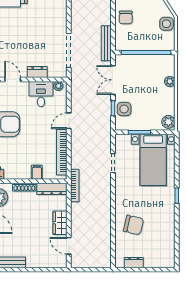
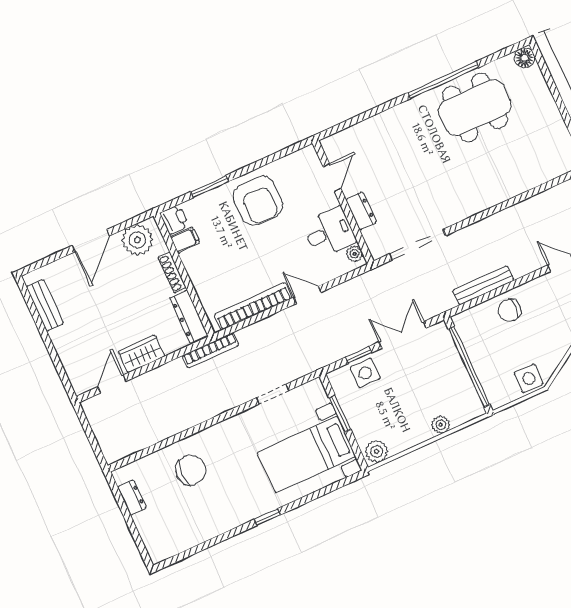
bench: (106, 43) -> (483, 285), moved
filing cabinet: (37, 172) -> (185, 240), moved
chair: (133, 225) -> (191, 470), turned -103

